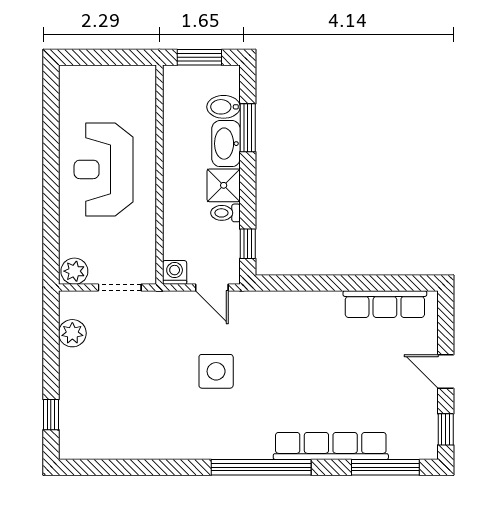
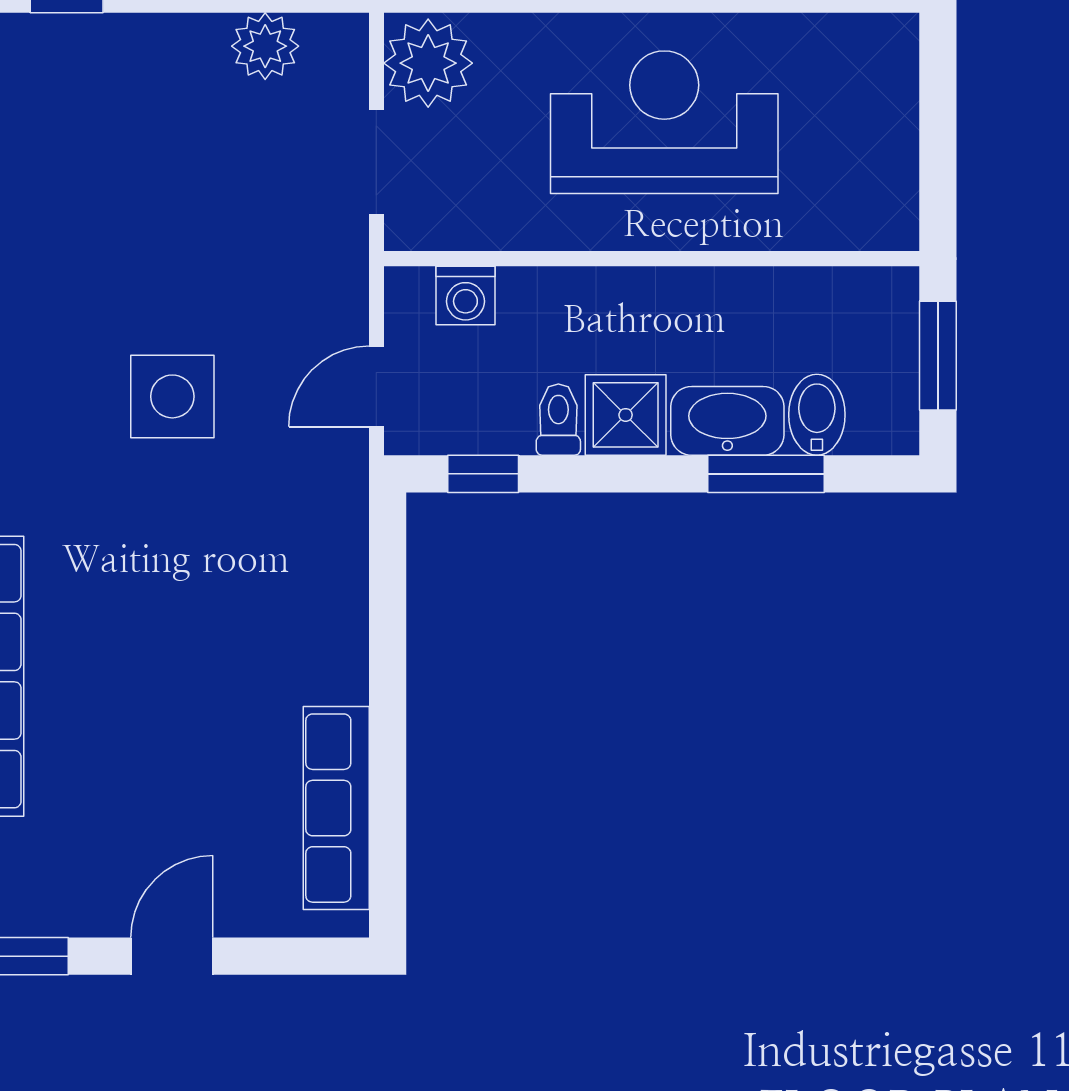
plant: (74, 271) -> (428, 63), width x1.36, depth x1.36
washing machine: (175, 272) -> (465, 295), moved, turned 90

